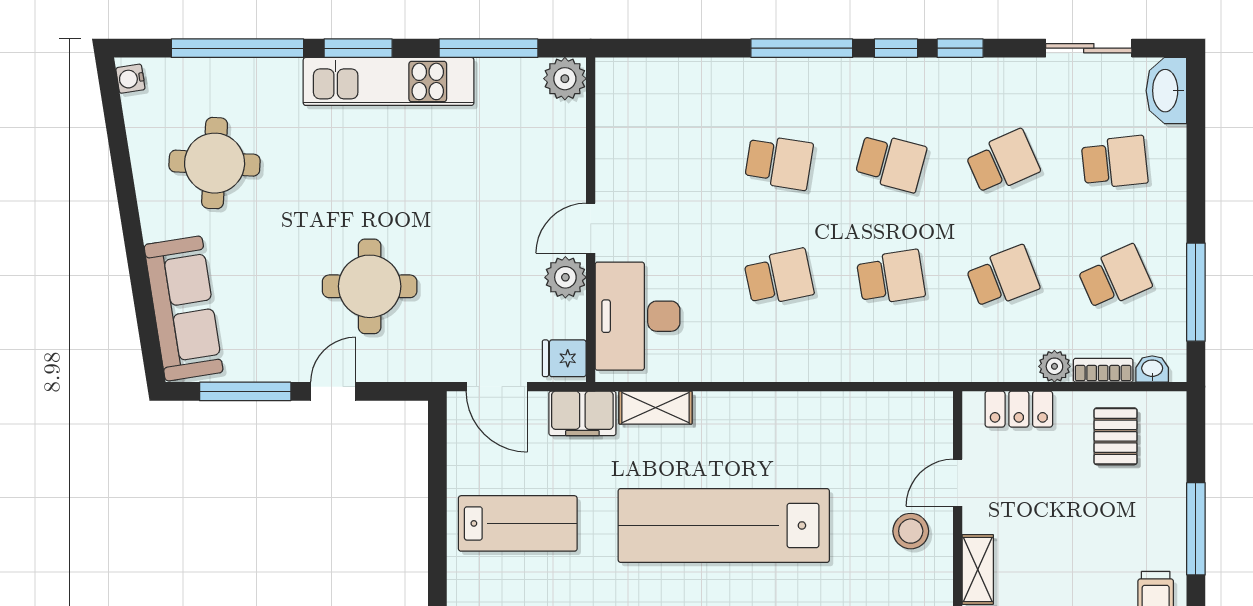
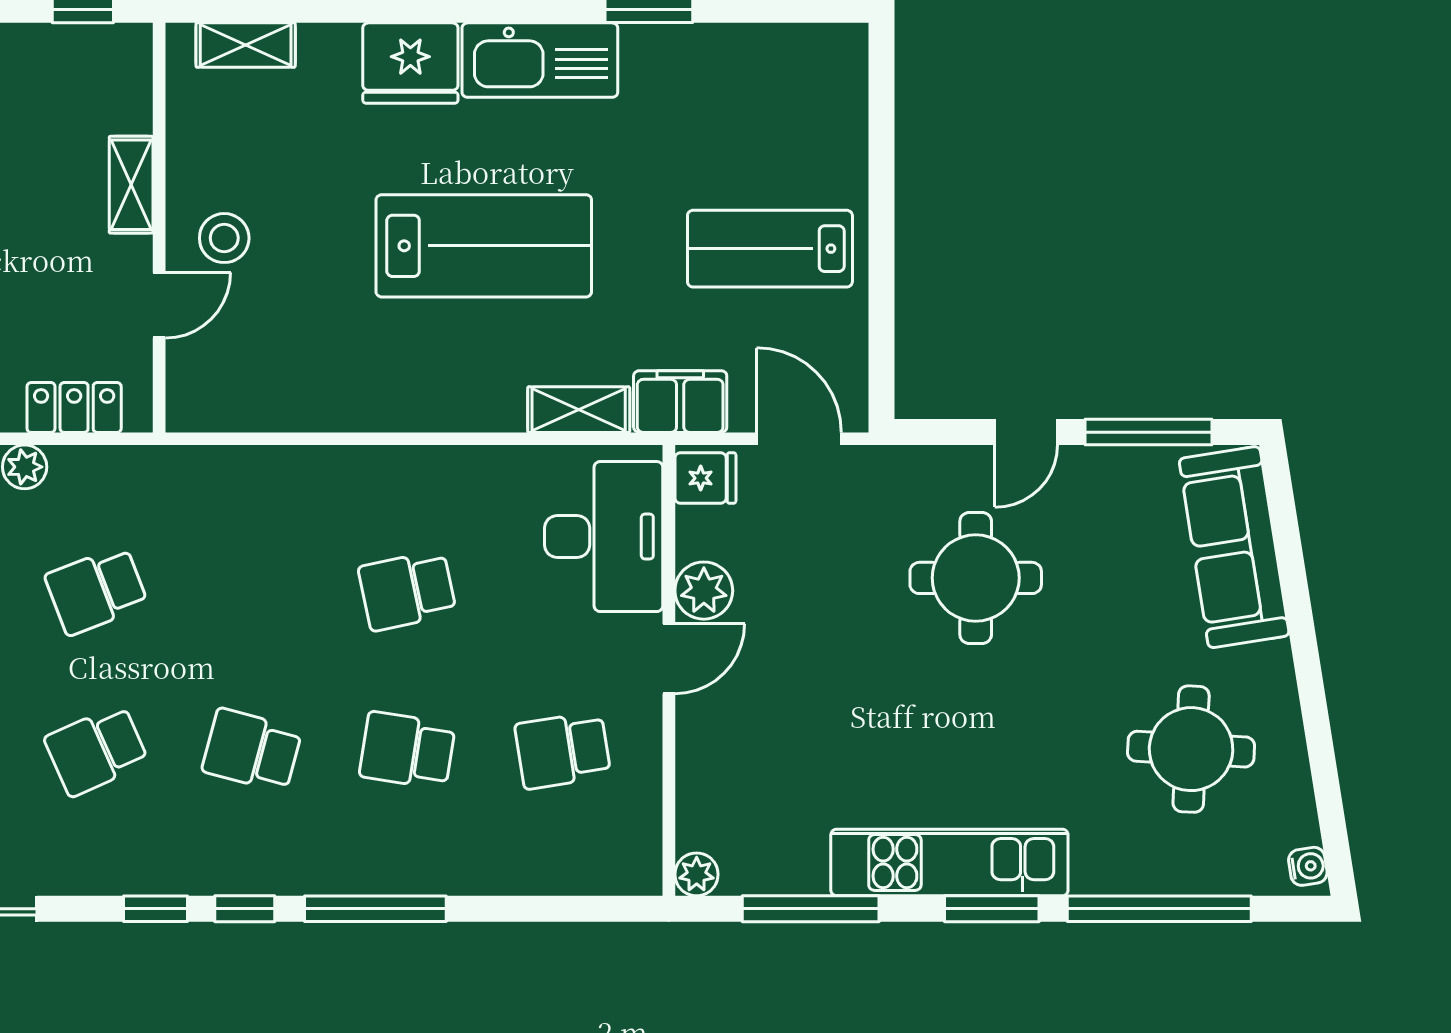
plant: (565, 79) -> (697, 874), width x0.73, depth x0.73
school desk: (891, 277) -> (563, 750), moved
lab bench: (724, 525) -> (484, 246), width x0.73

